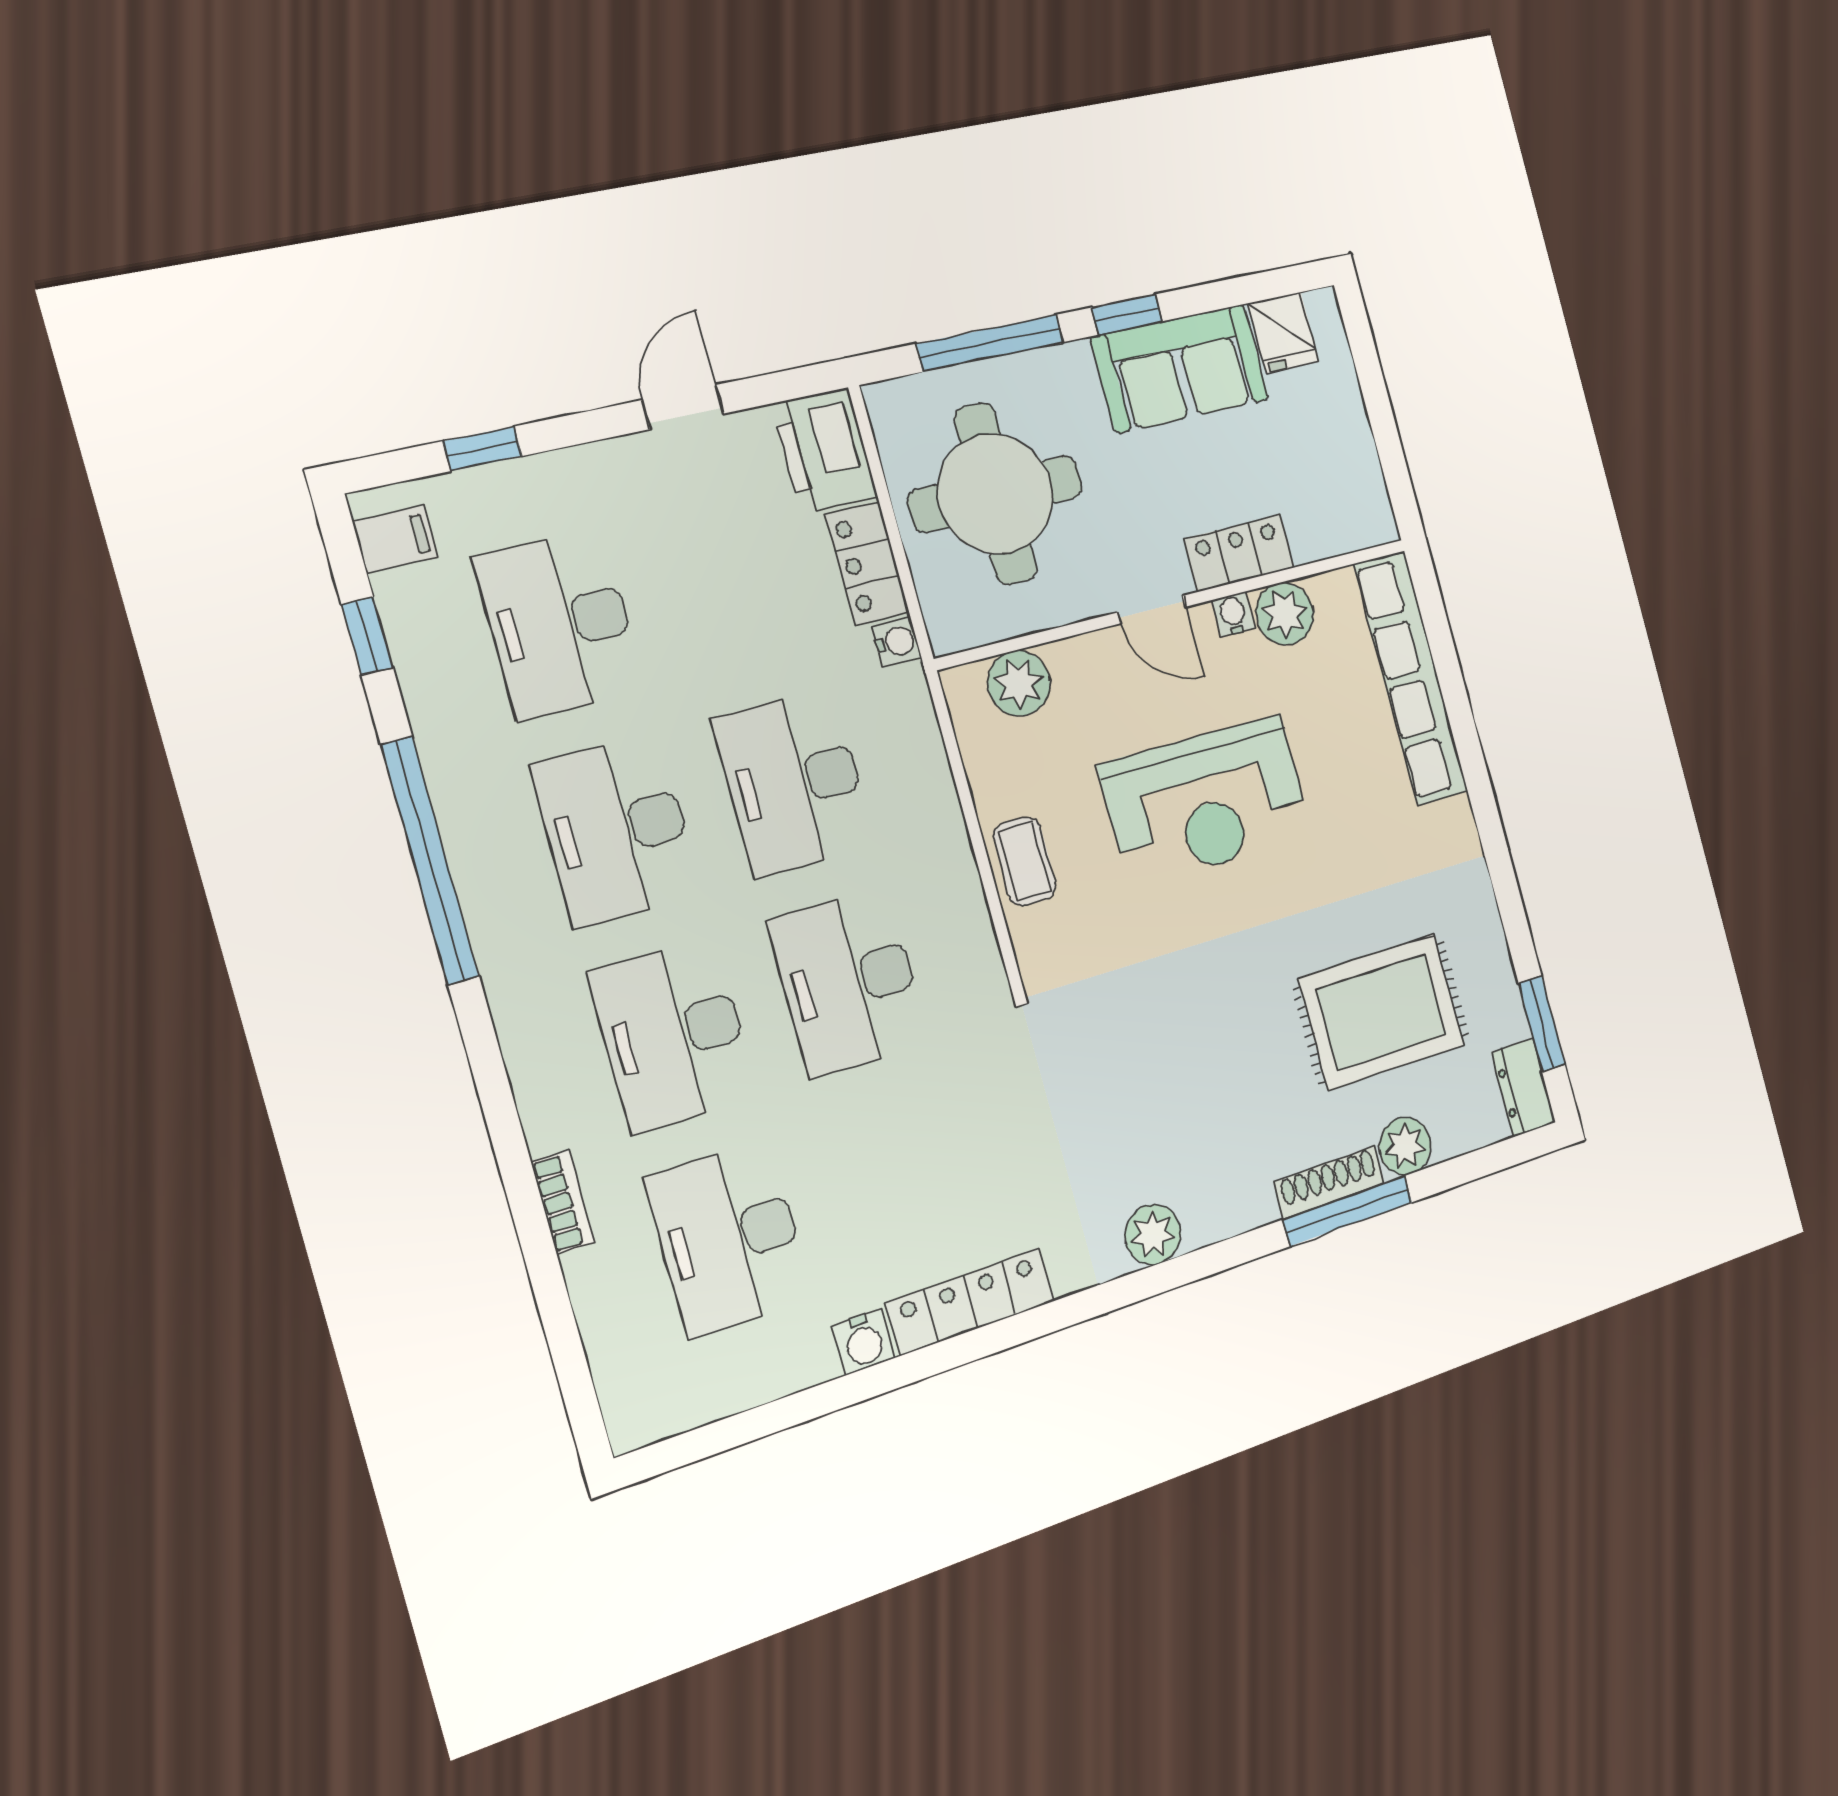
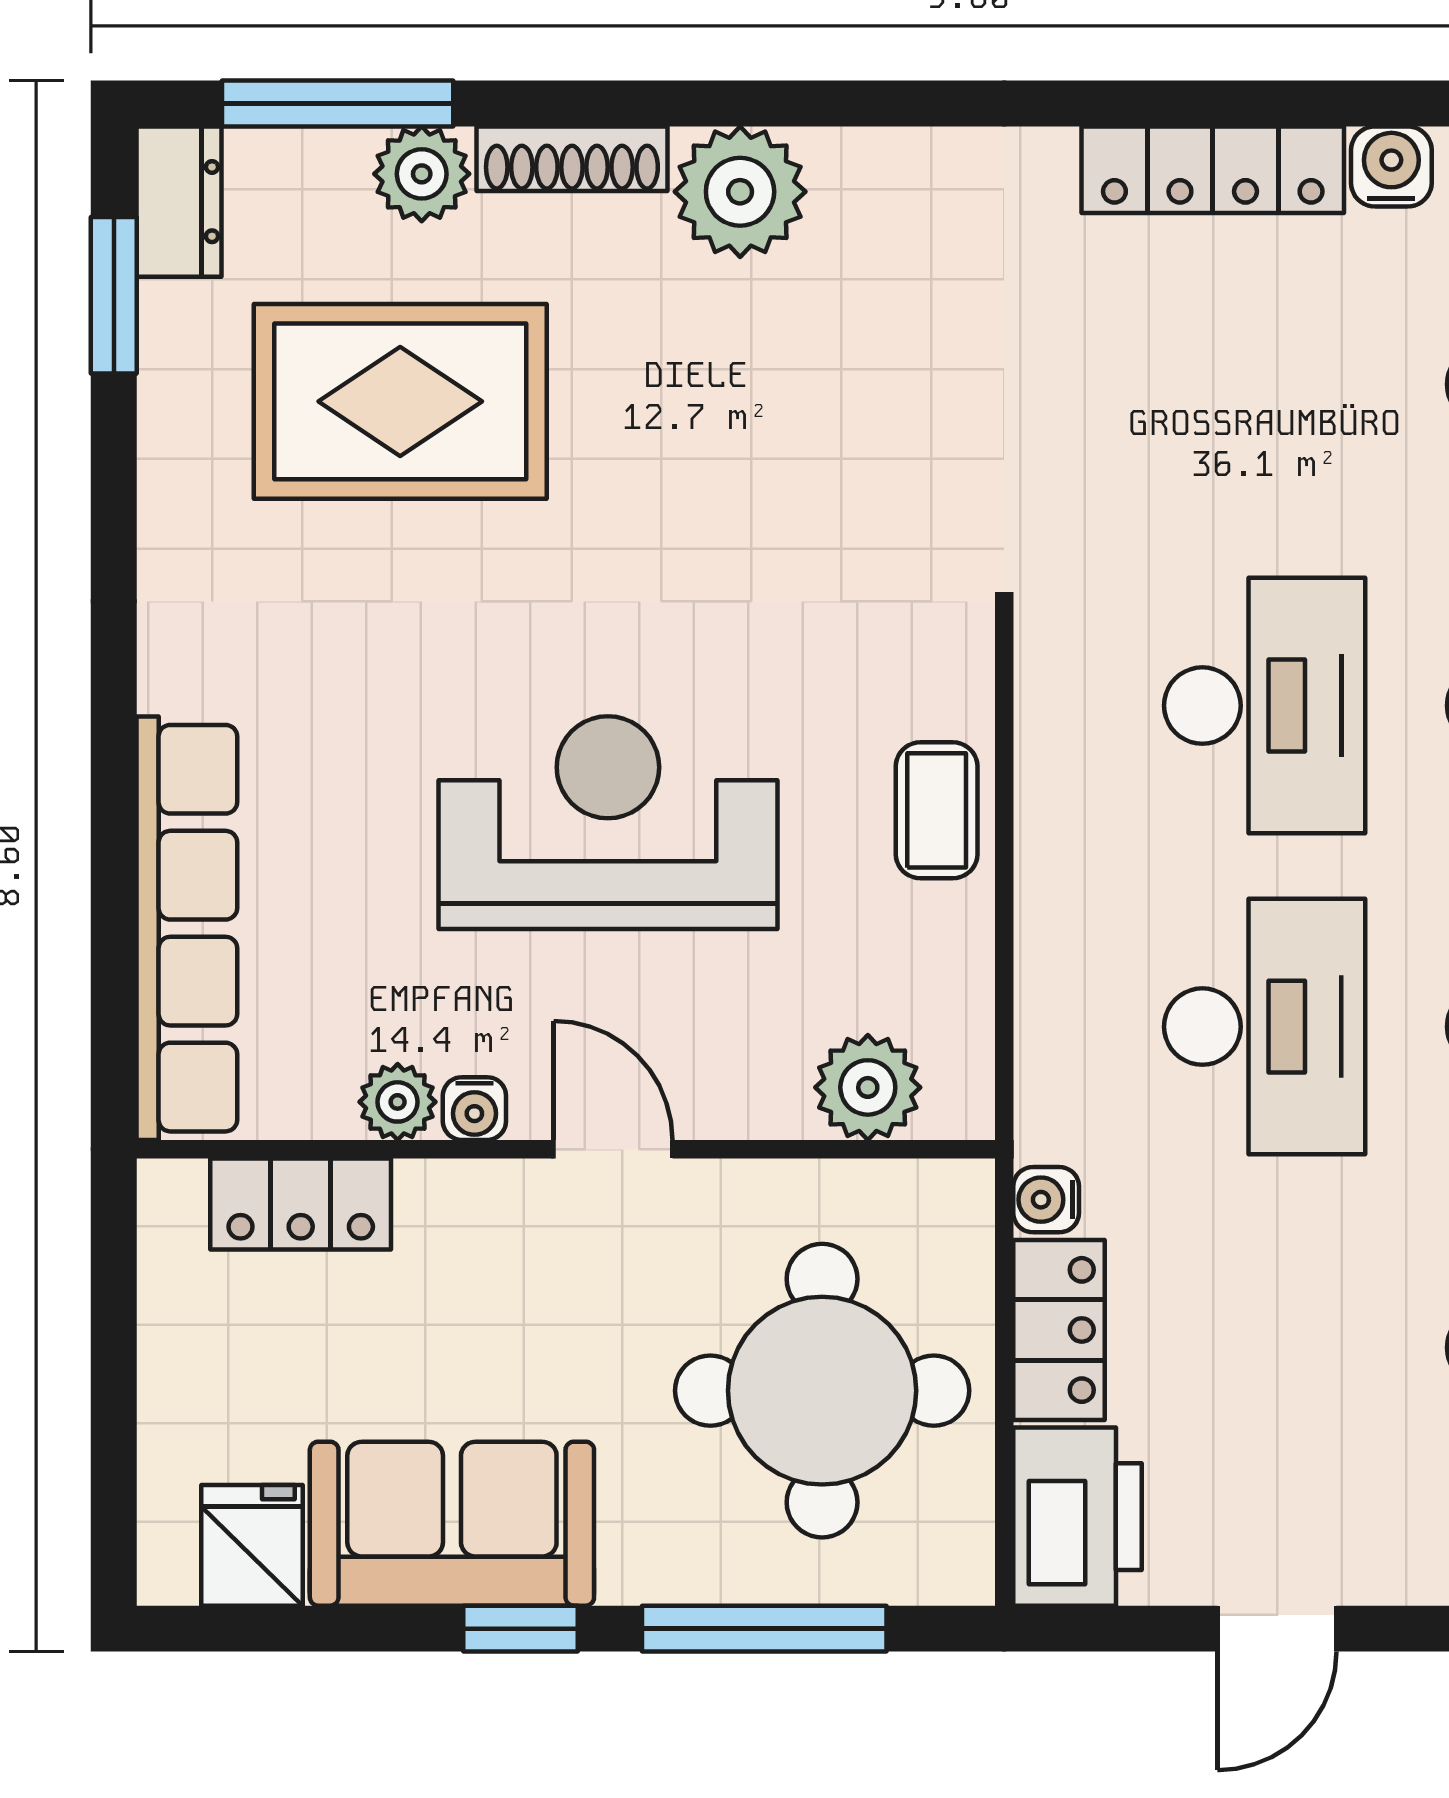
locker: (1239, 553) -> (301, 1204), moved
plant: (1285, 614) -> (398, 1102), width x0.73, depth x0.73
window: (1348, 1211) -> (338, 103), moved
plant: (1153, 1235) -> (740, 192), moved, width x1.36, depth x1.36

